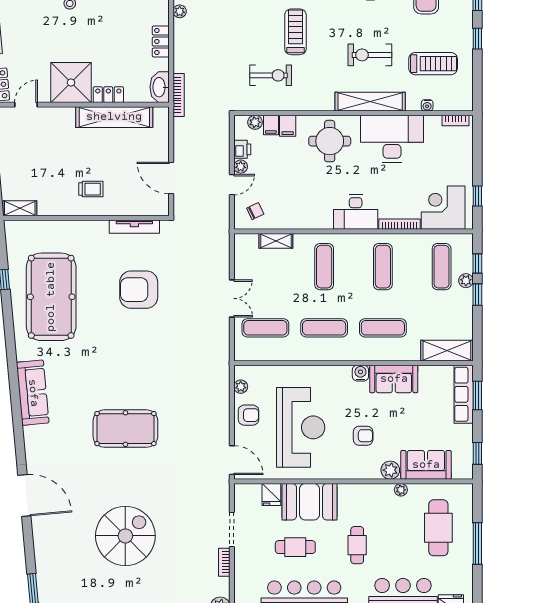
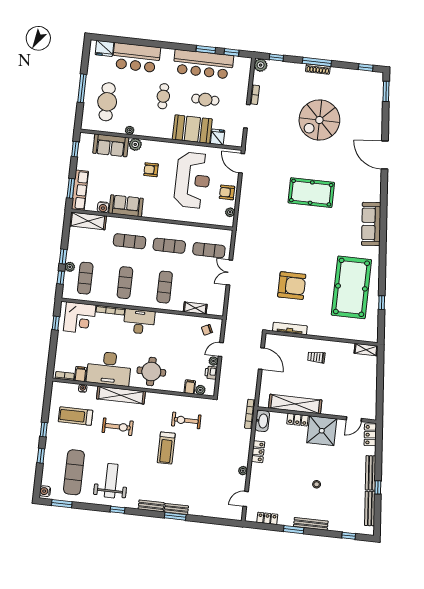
filing cabinet: (288, 126) -> (80, 374), moved
water cooler: (360, 373) -> (103, 207), moved
reception desk: (301, 427) -> (193, 180), turned 180

